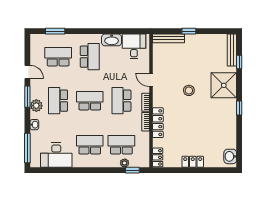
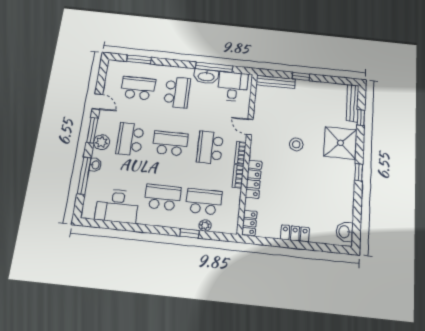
window: (117, 31) -> (214, 67), added
window: (27, 148) -> (84, 176), moved
window: (132, 170) -> (189, 233), moved

